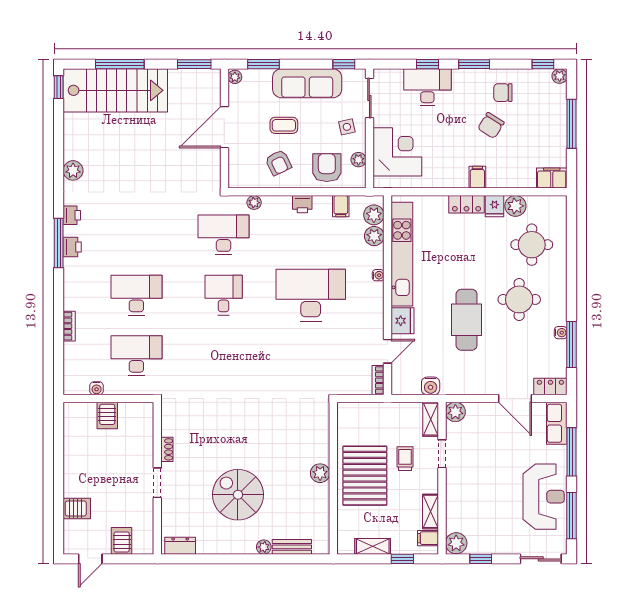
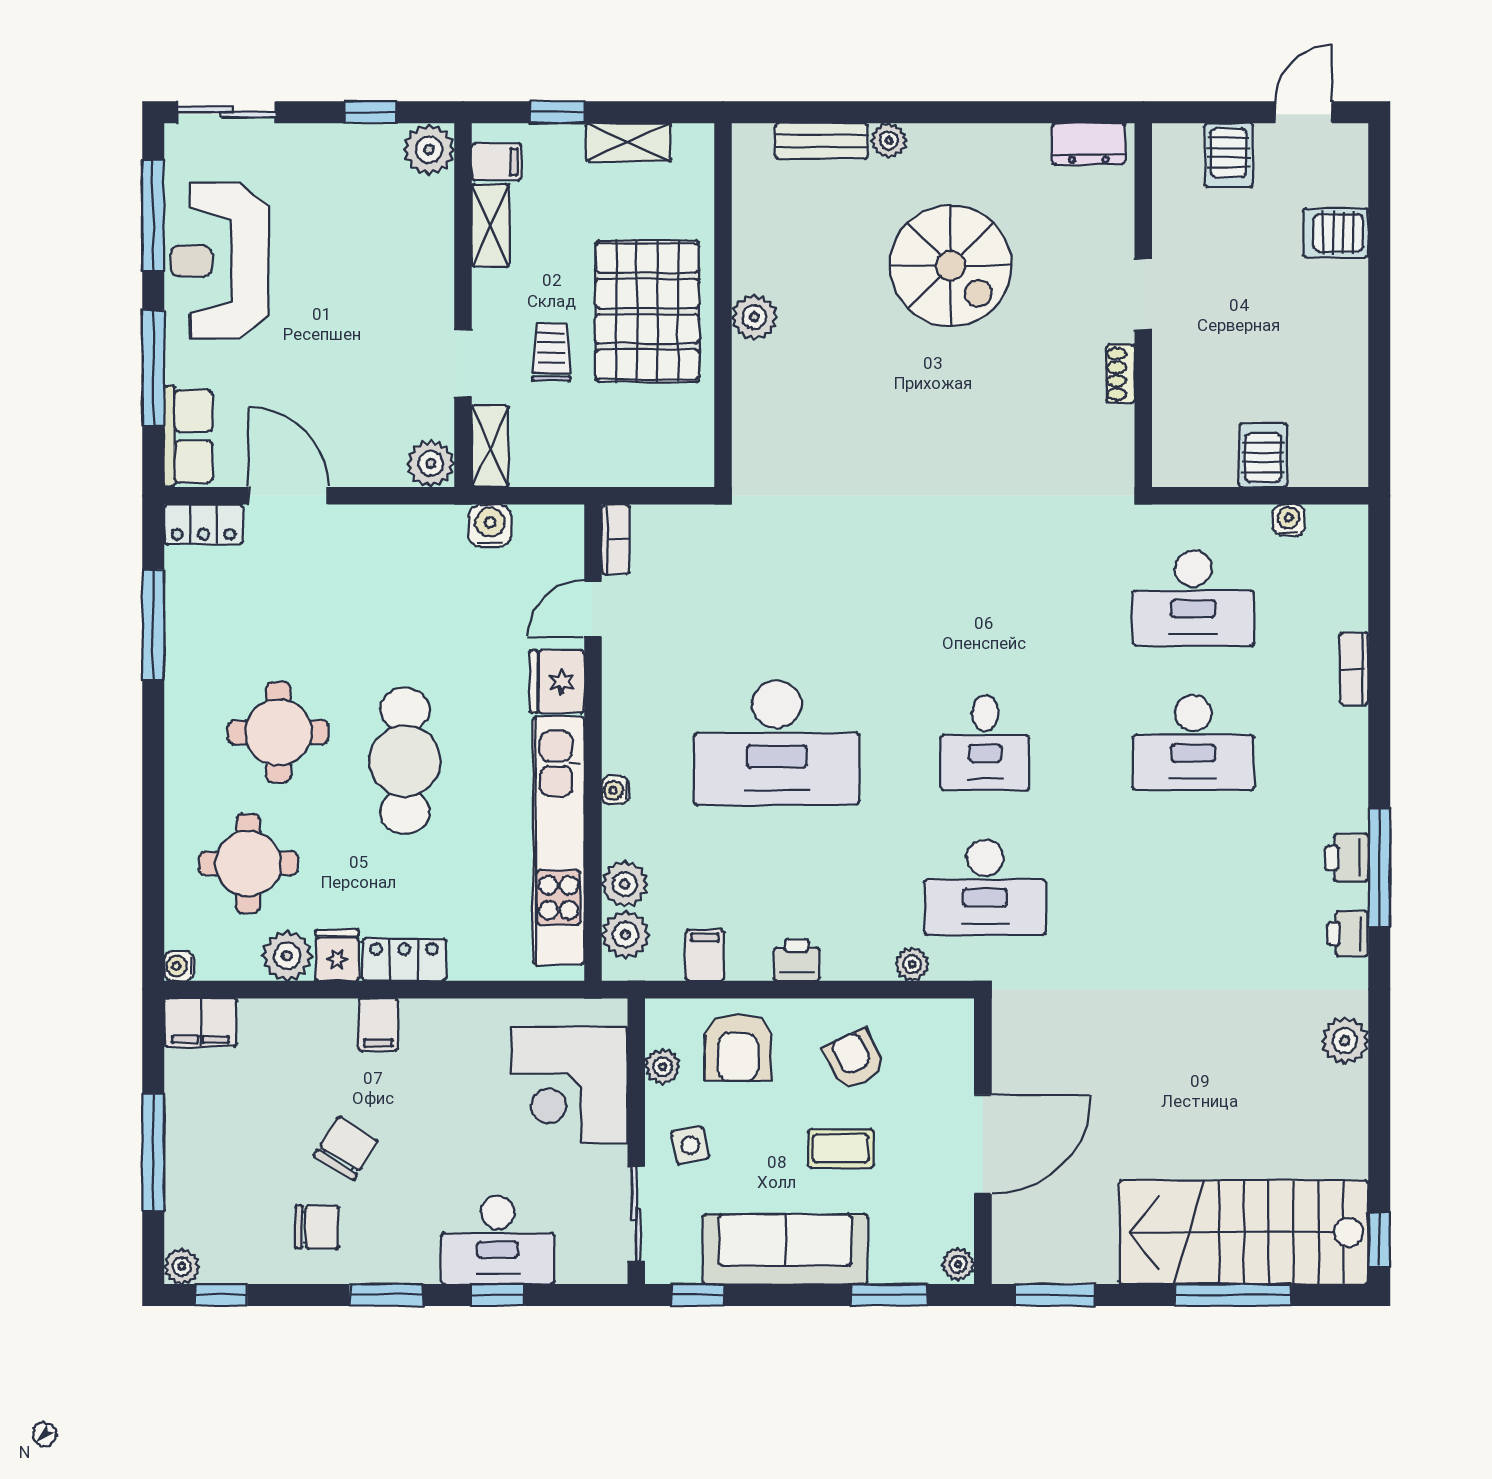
cafe table: (467, 320) -> (405, 761), moved
water cooler: (561, 333) -> (179, 966), moved
trolley: (405, 459) -> (551, 352), turned 180

